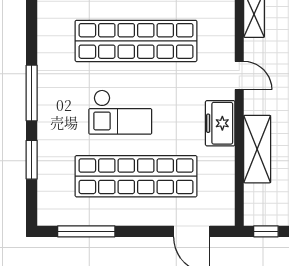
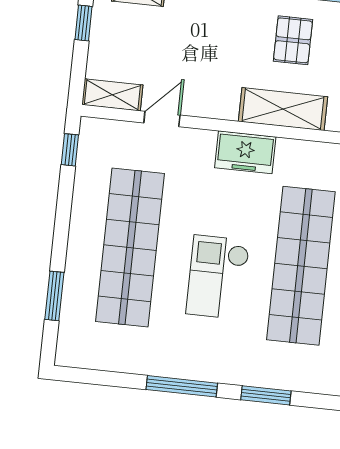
door: (239, 76) -> (162, 119), moved
checkout: (120, 112) -> (218, 277), turned 180

